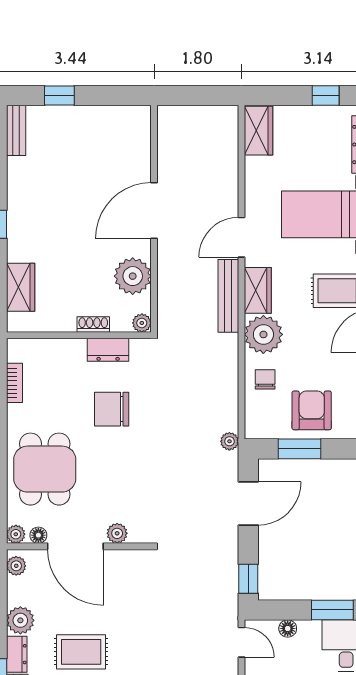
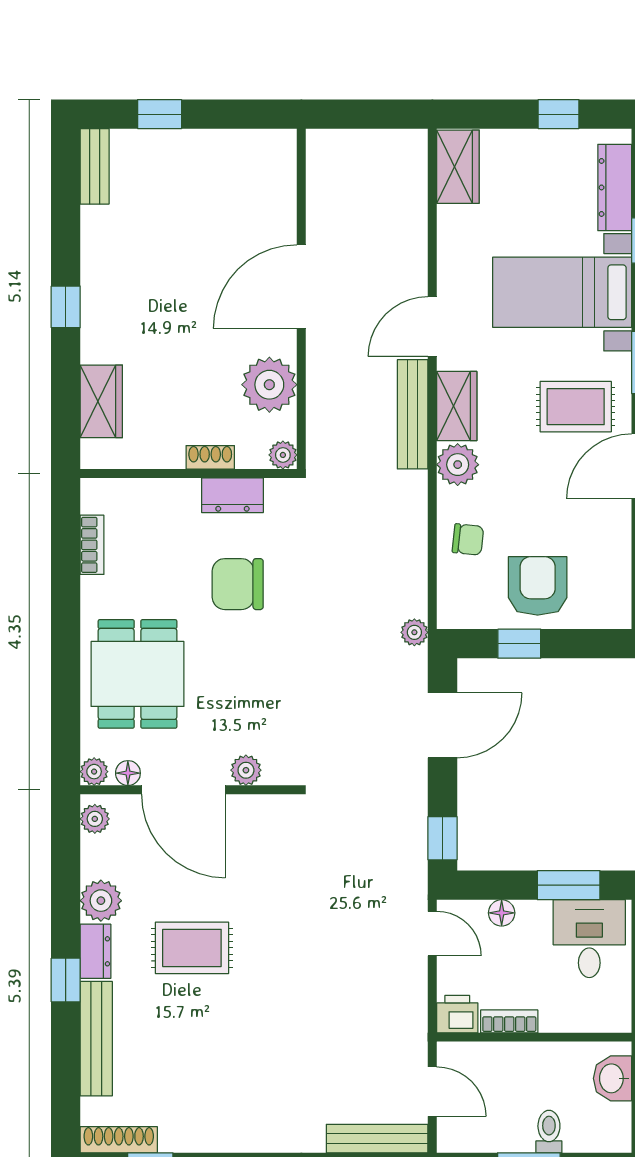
plant: (263, 334) -> (458, 465), width x0.73, depth x0.73
chair: (265, 379) -> (468, 539), turned 96
window: (300, 449) -> (519, 644), width x0.67

